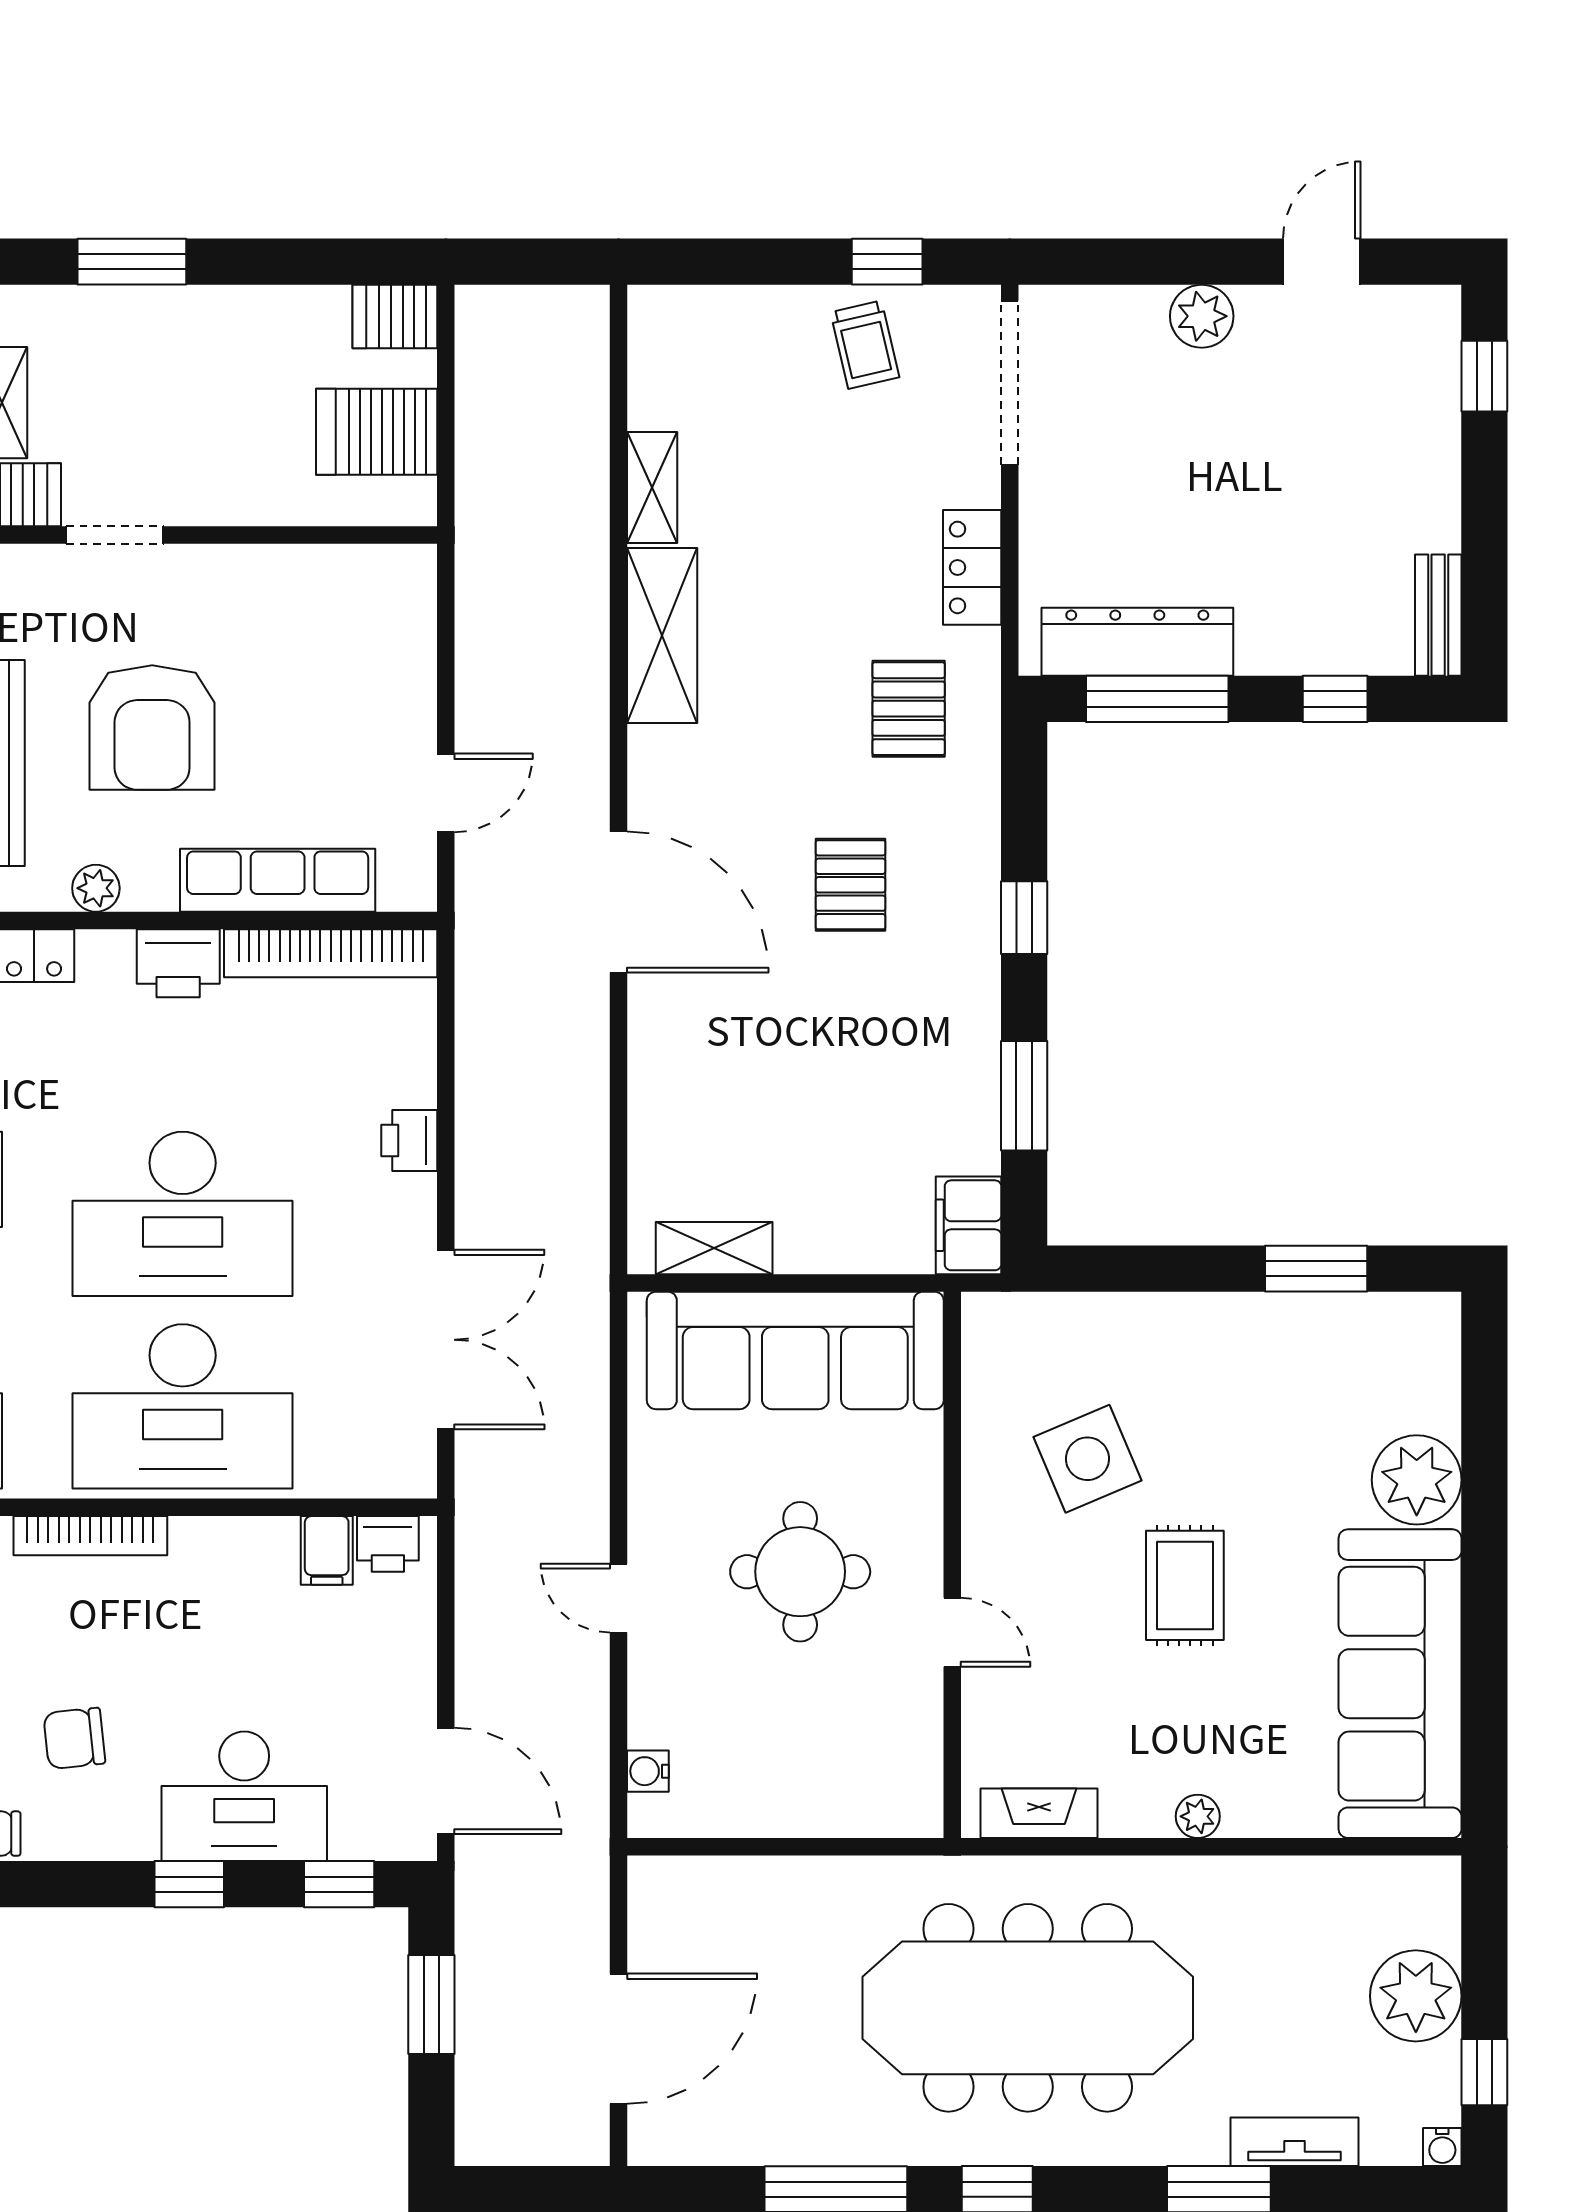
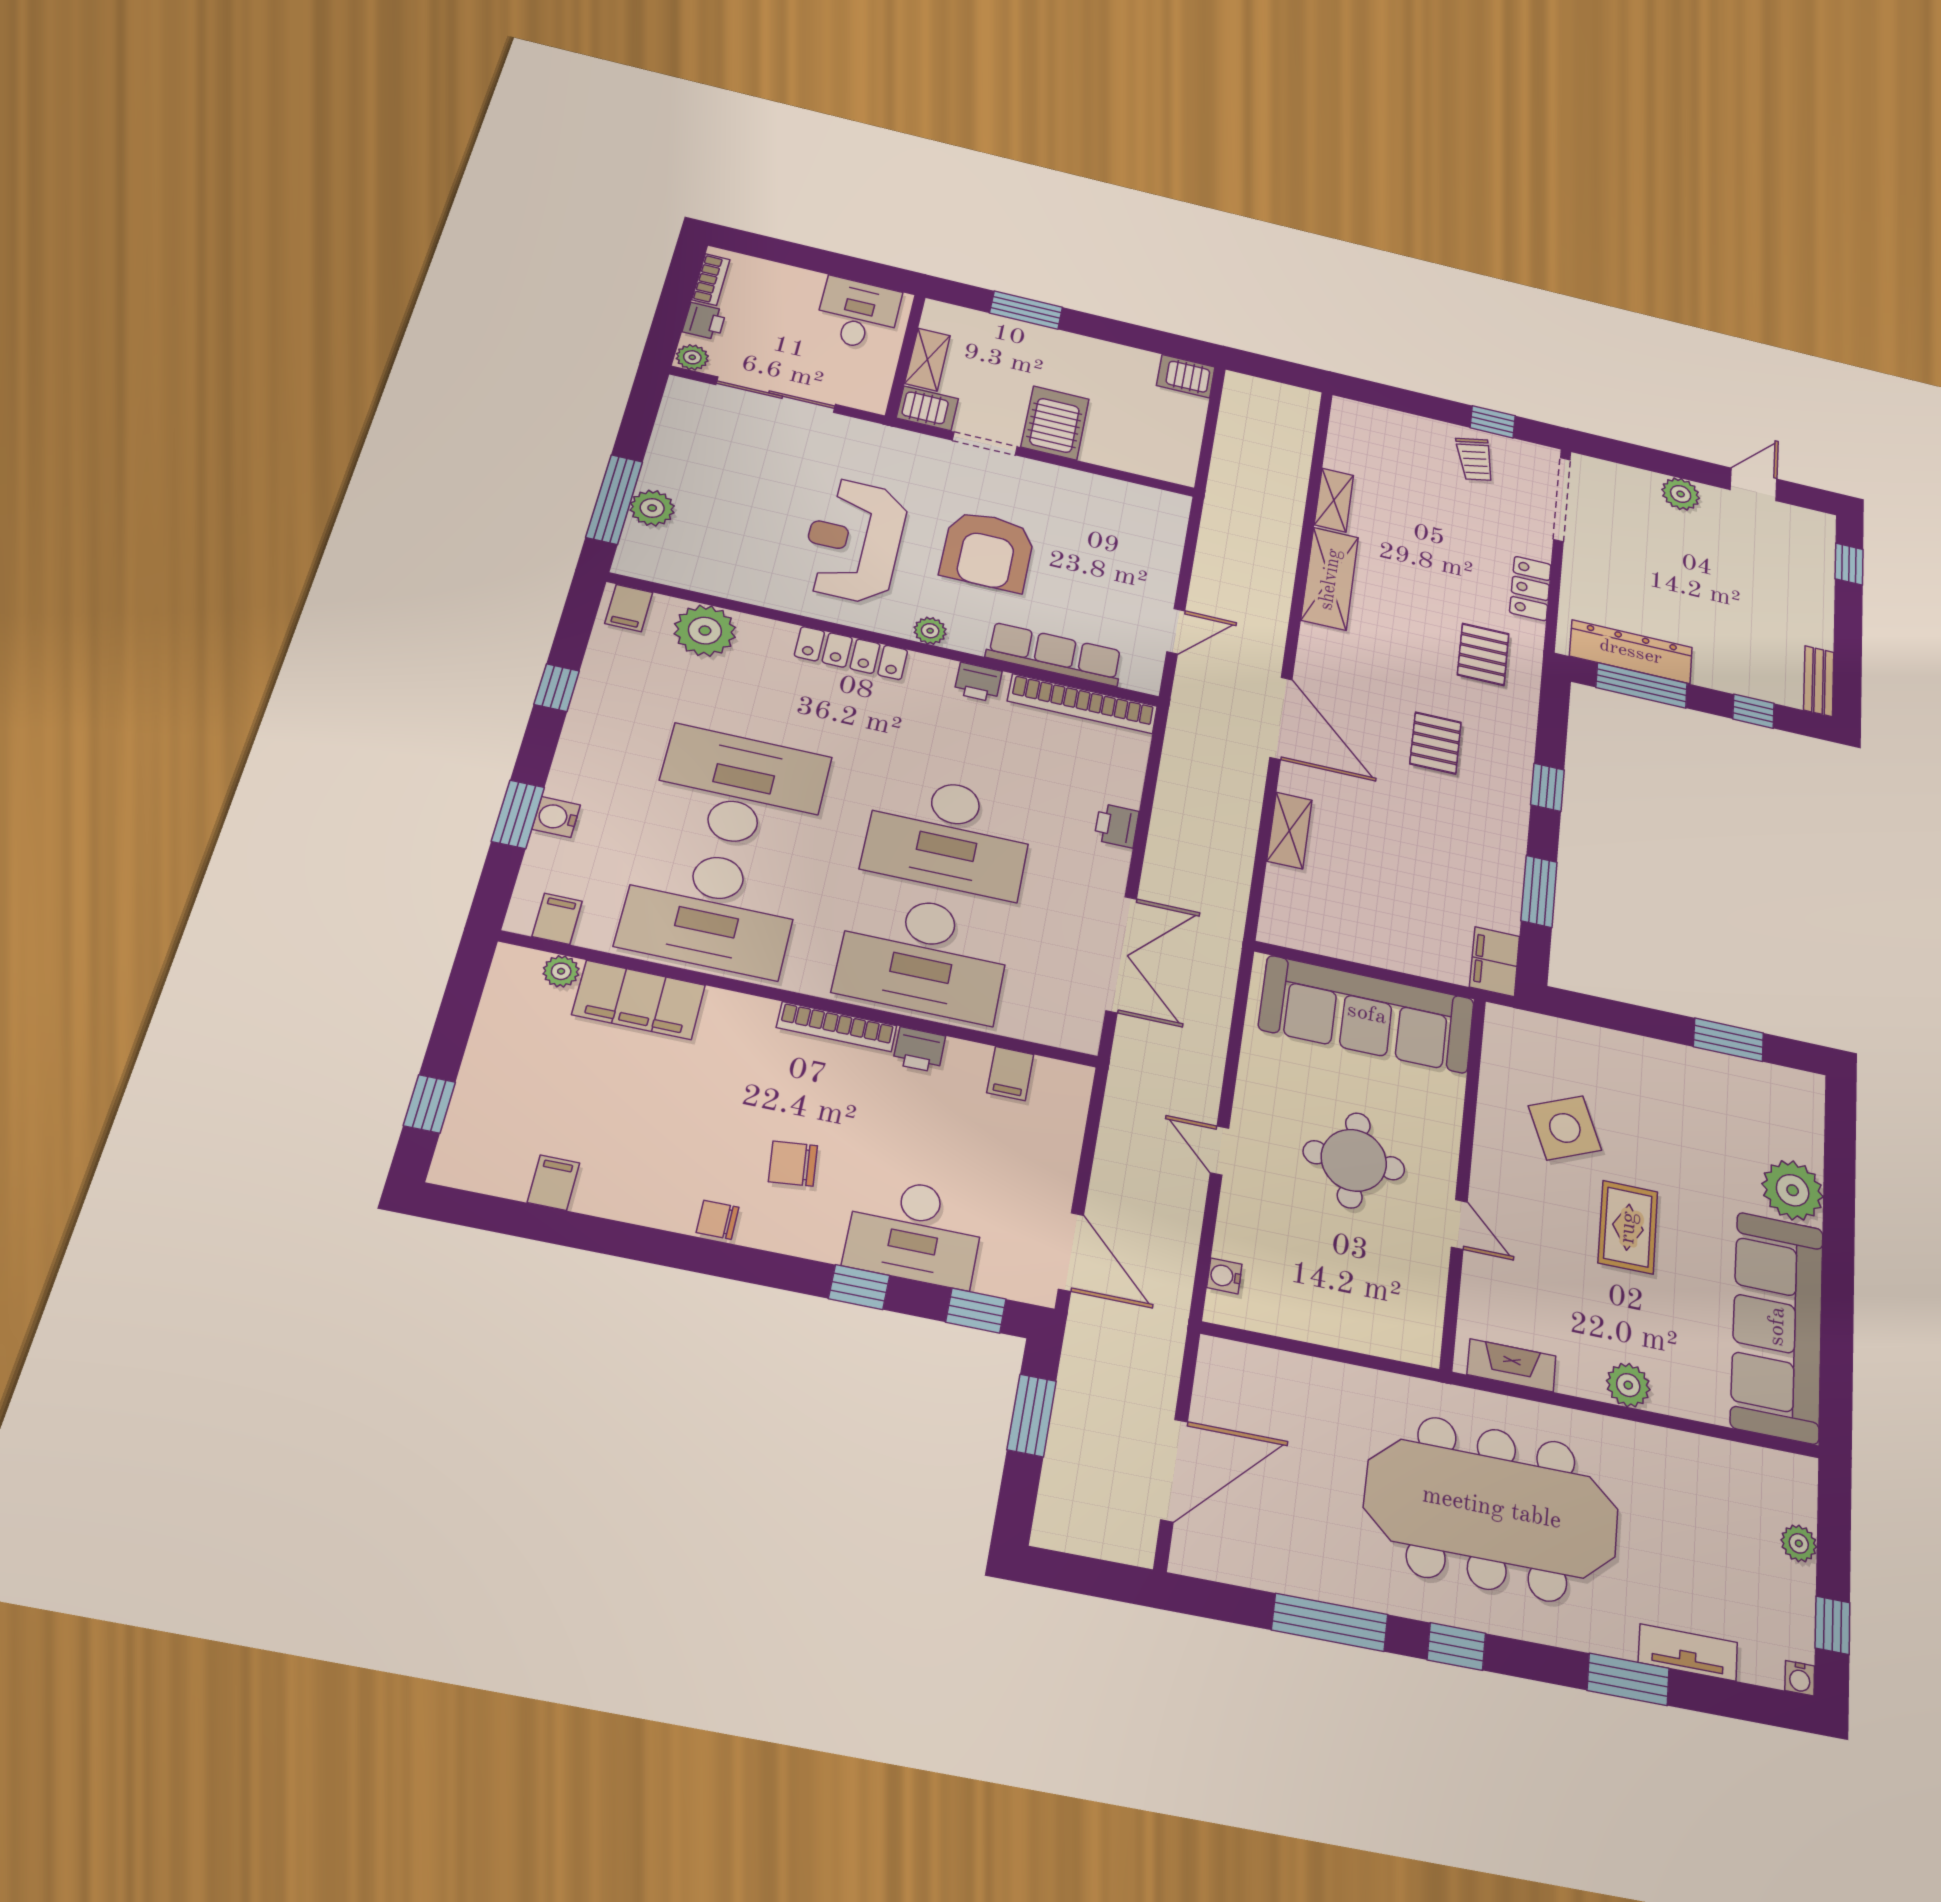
server rack: (377, 432) -> (1055, 423), moved, turned 90
printer: (178, 963) -> (978, 682), width x0.73, depth x0.81
shelving: (714, 1248) -> (1289, 830), moved, turned 90
printer: (388, 1544) -> (919, 1050), moved
plant: (1198, 1816) -> (1628, 1385), width x1.38, depth x1.38
plant: (1416, 1996) -> (1799, 1543), width x0.53, depth x0.53

